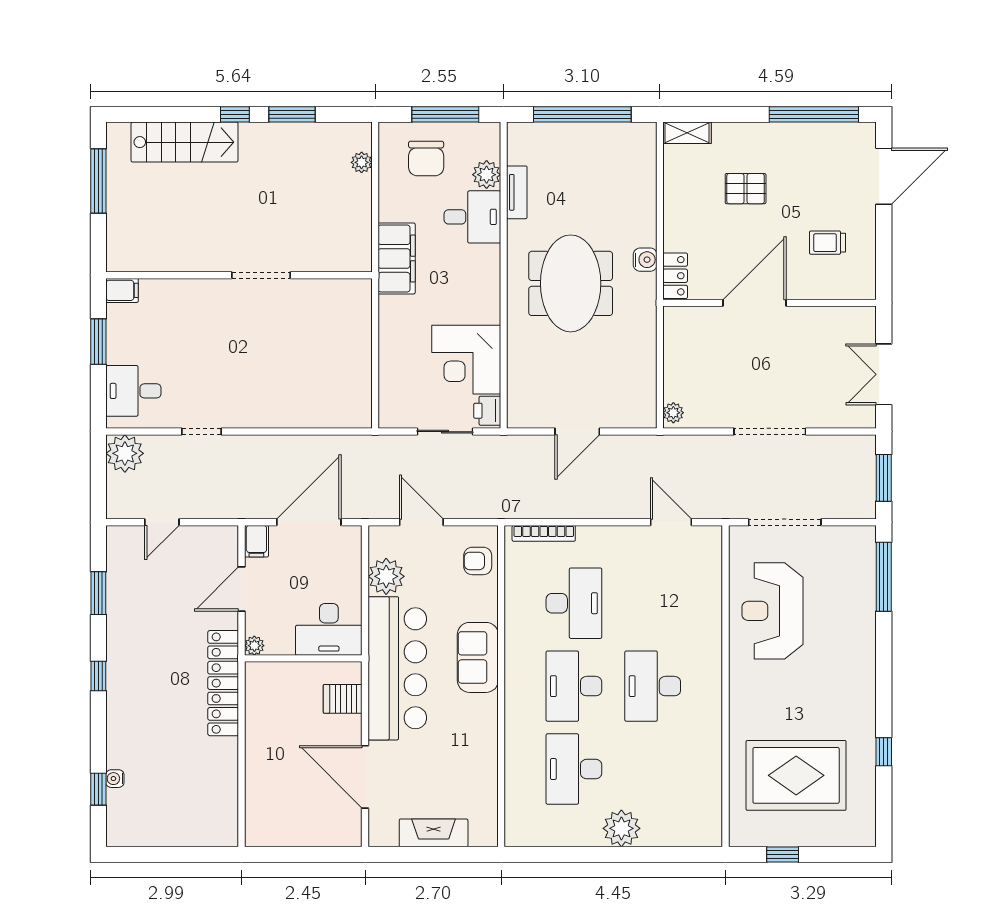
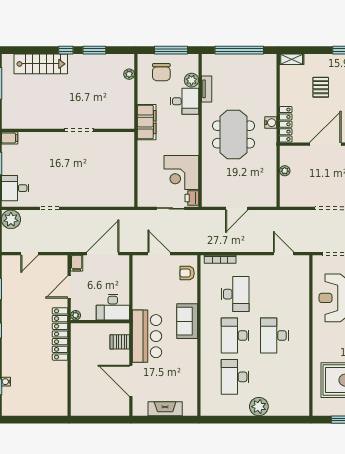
pallet: (746, 189) -> (321, 87), turned 90
locker: (675, 276) -> (286, 124), width x1.53
plant: (673, 413) -> (285, 171), moved
plant: (386, 576) -> (141, 281), removed
bar counter: (397, 668) -> (147, 336), width x0.73

